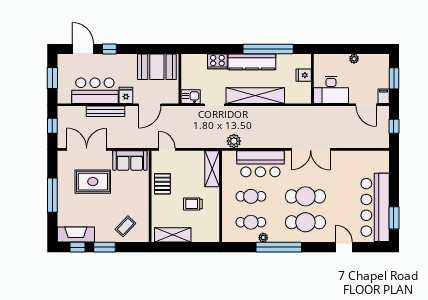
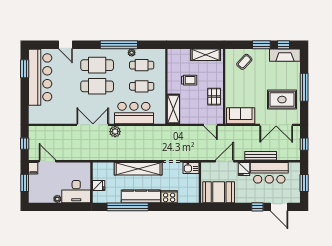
desk: (331, 90) -> (76, 192), moved, turned 180
plant: (234, 141) -> (115, 132), moved
rug: (93, 182) -> (282, 100), moved

